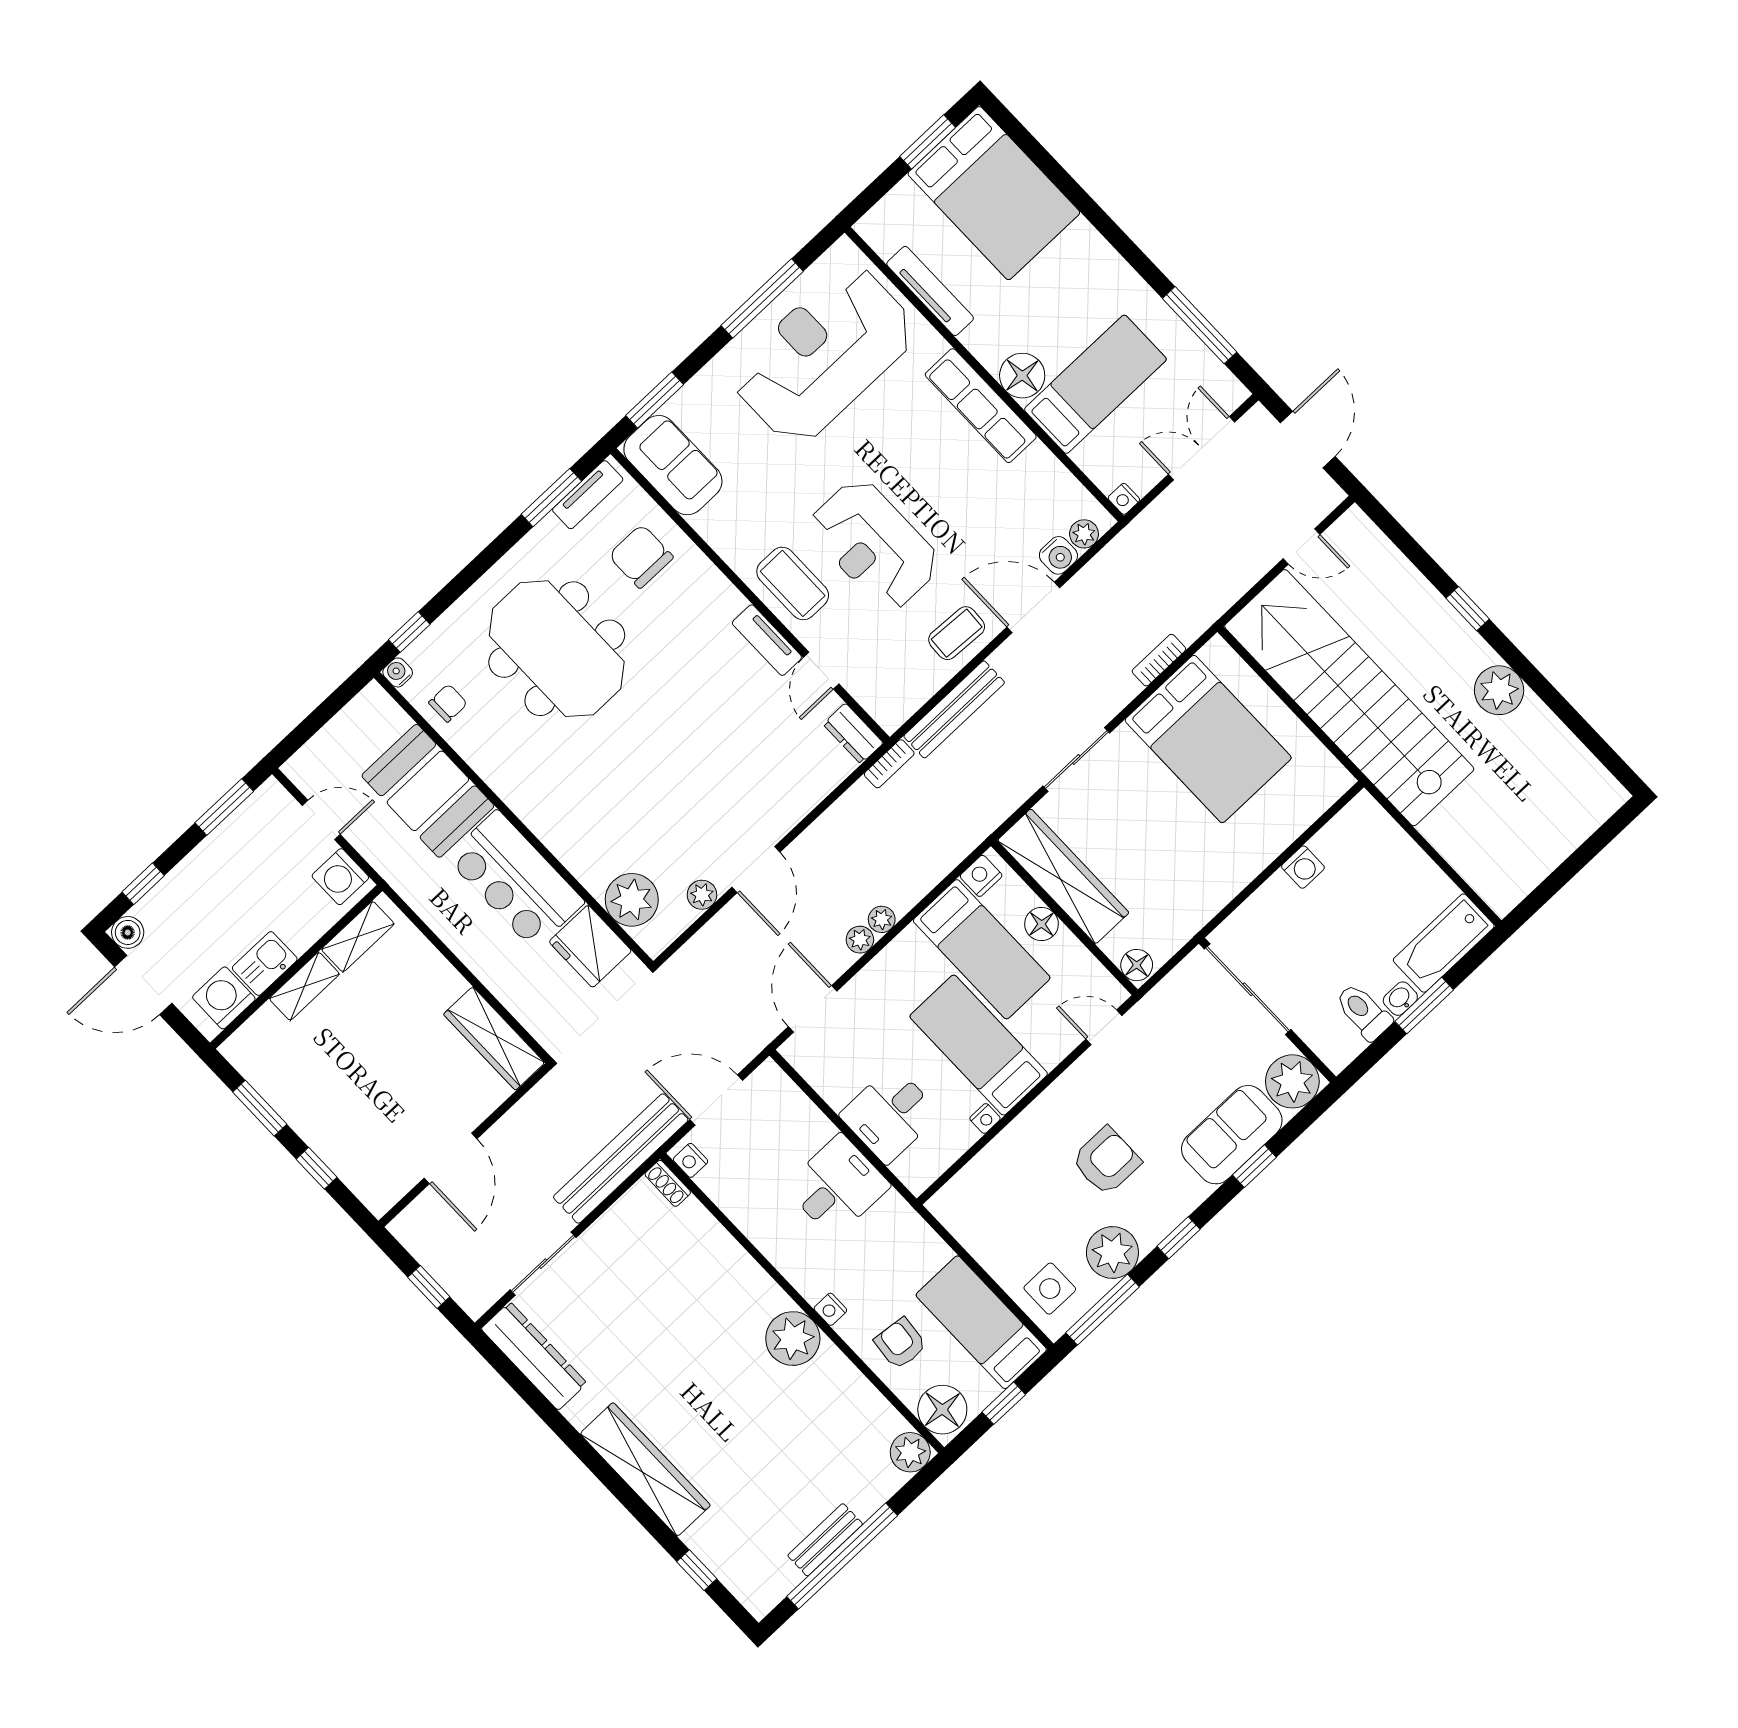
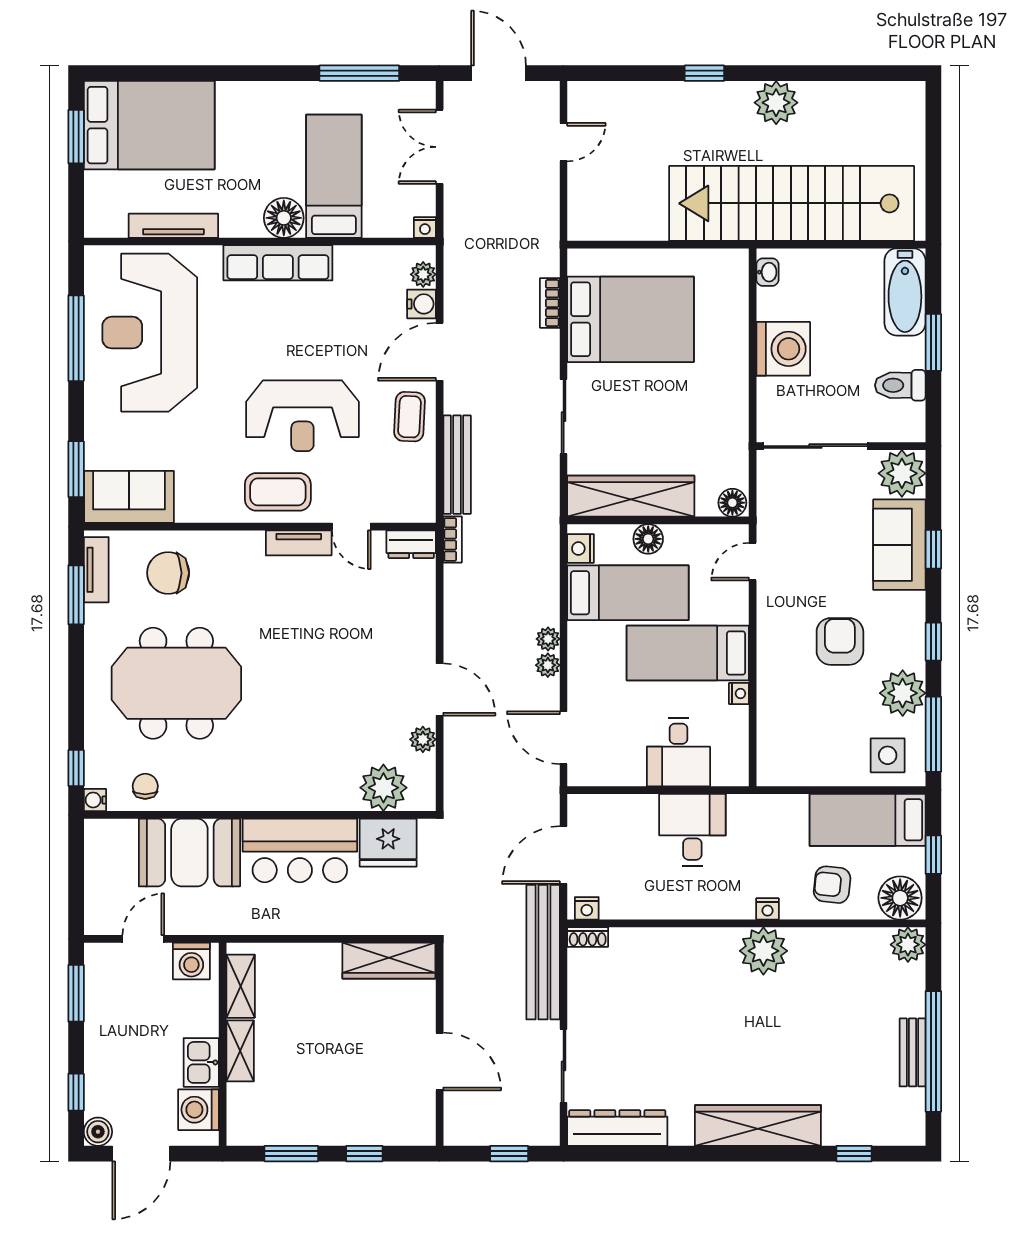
stairs: (1349, 698) -> (792, 203), moved
washing machine: (1303, 867) -> (783, 349), width x1.89, depth x1.89
washbasin: (1400, 999) -> (767, 272), moved, turned 180

